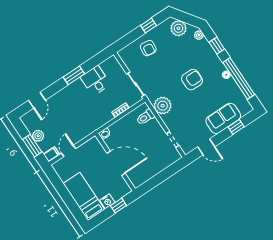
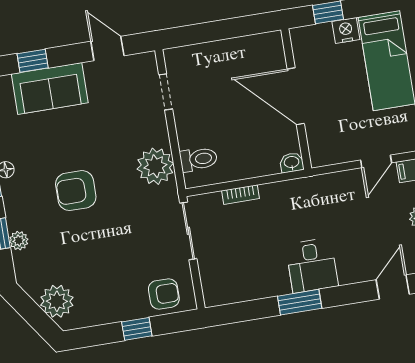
window: (149, 25) -> (137, 329), moved
plant: (199, 35) -> (19, 241), moved
armchair: (148, 48) -> (164, 294), moved, turned 82
desk: (95, 81) -> (312, 265), moved

